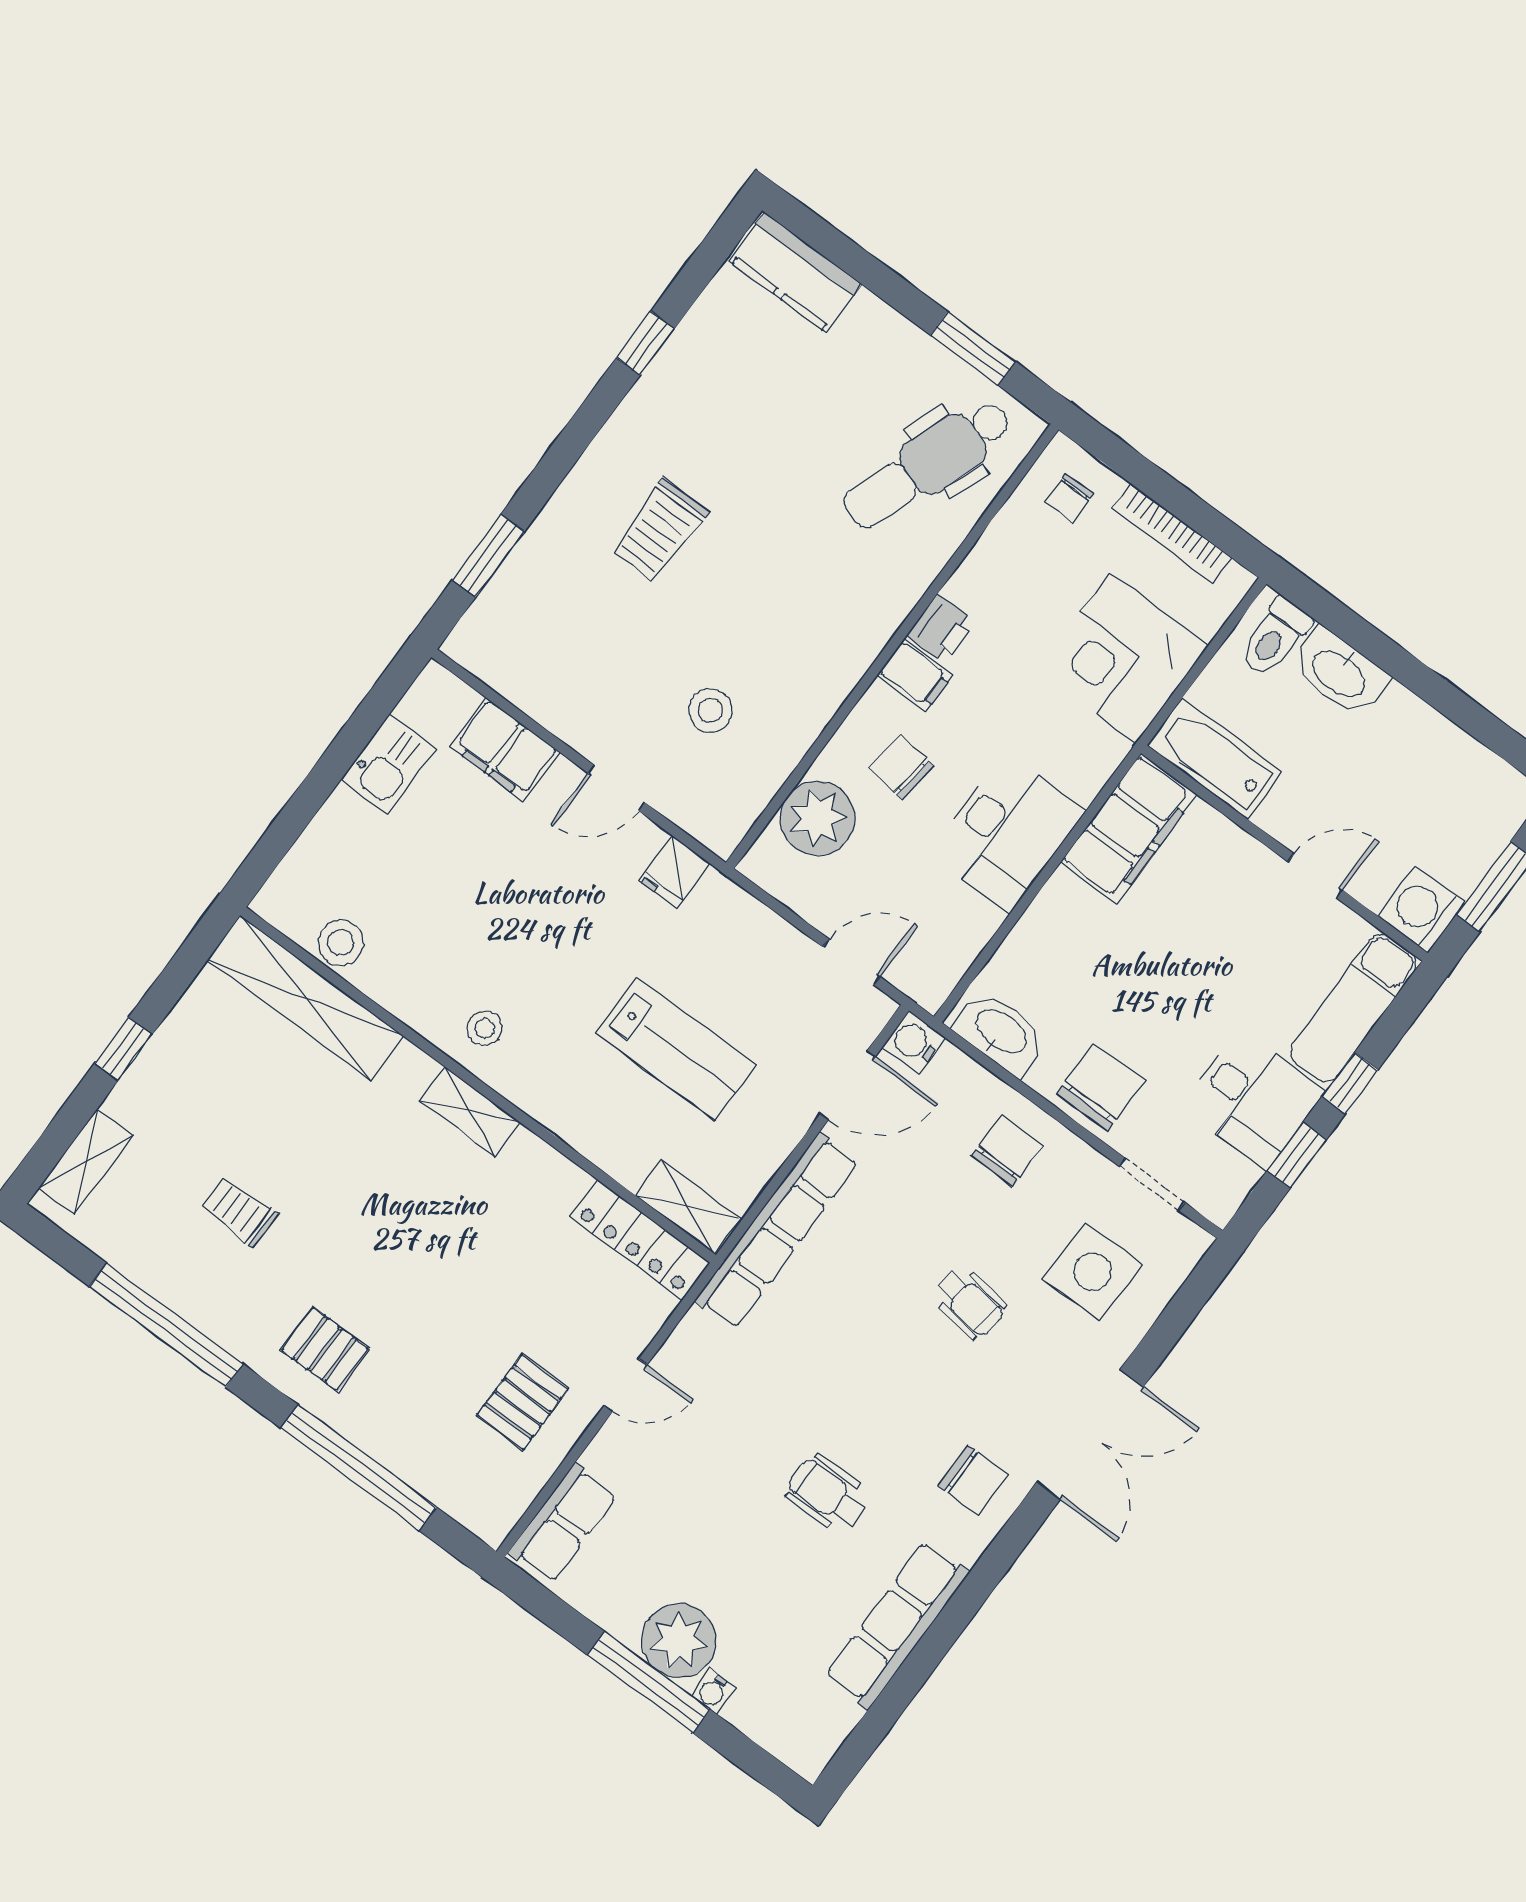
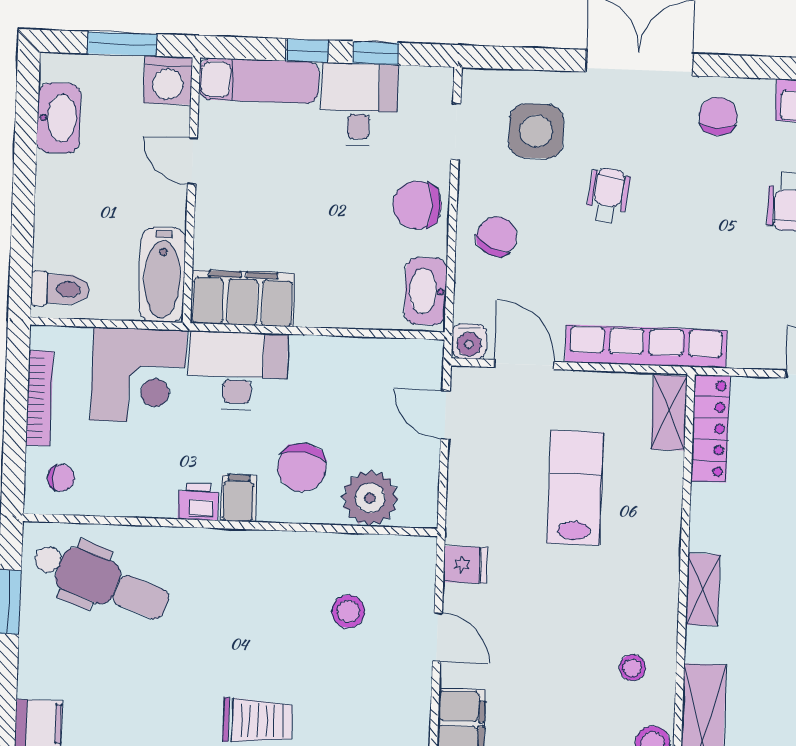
washbasin: (1340, 673) -> (59, 118), moved
chair: (901, 767) -> (302, 467), width x1.37, depth x1.37
desk: (1007, 832) -> (238, 371), moved
stool: (485, 1028) -> (632, 668), moved
chair: (1007, 1151) -> (497, 236), turned 117

